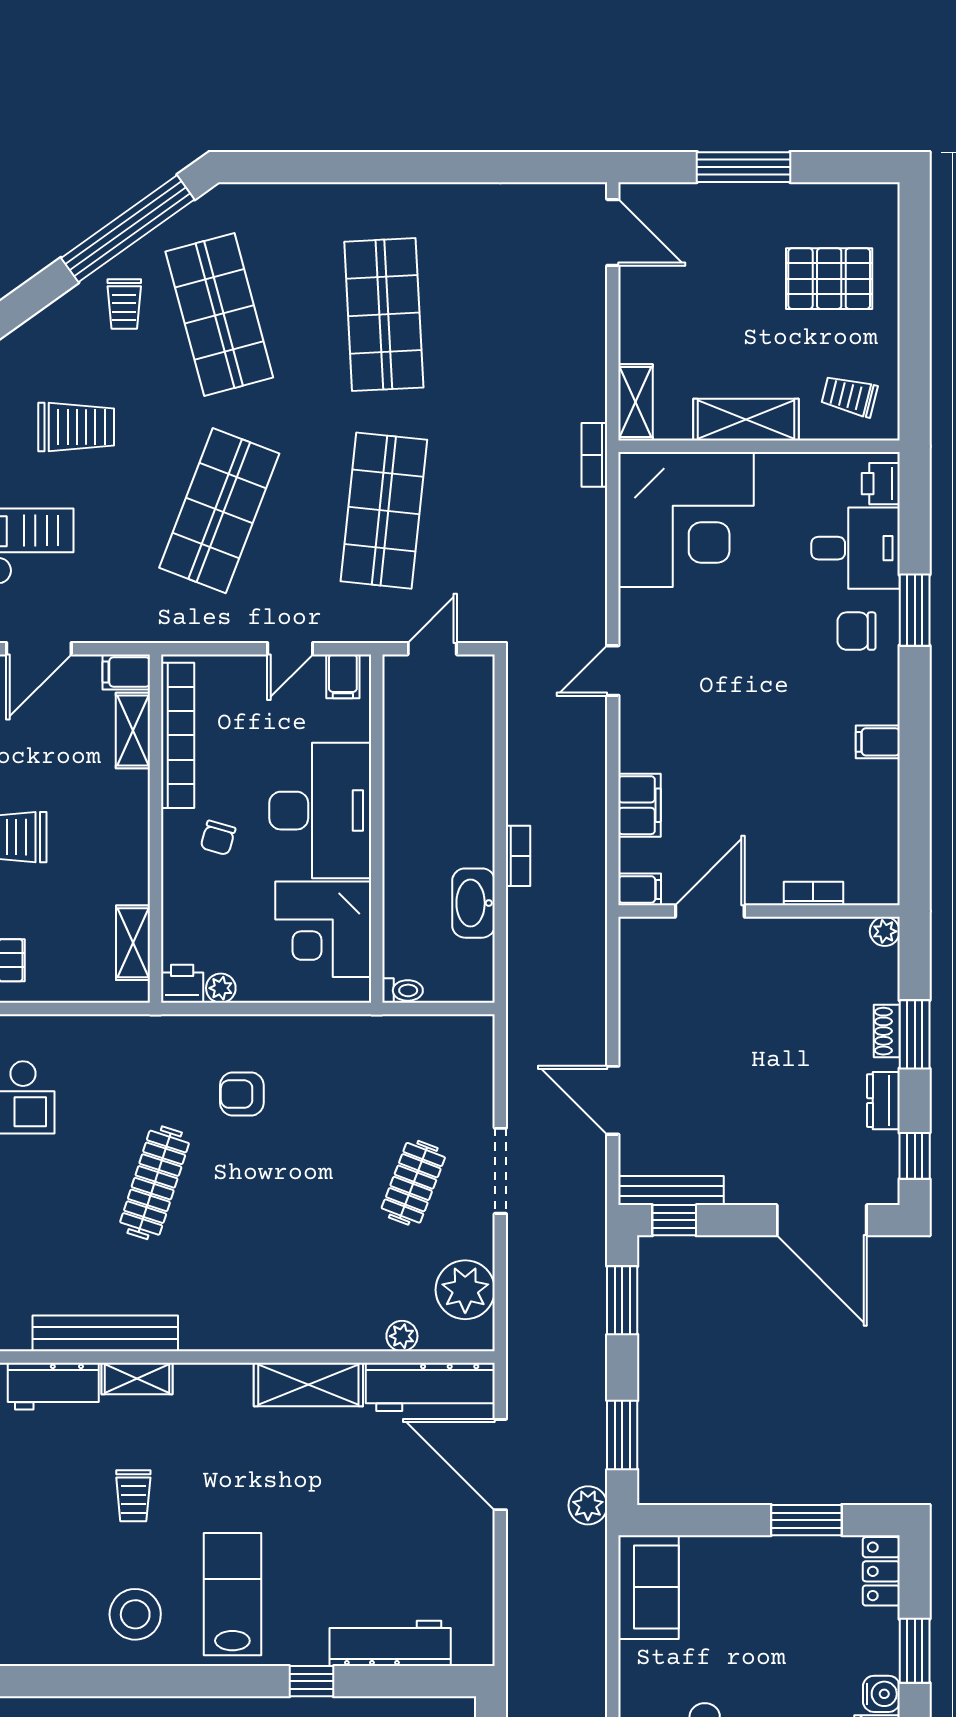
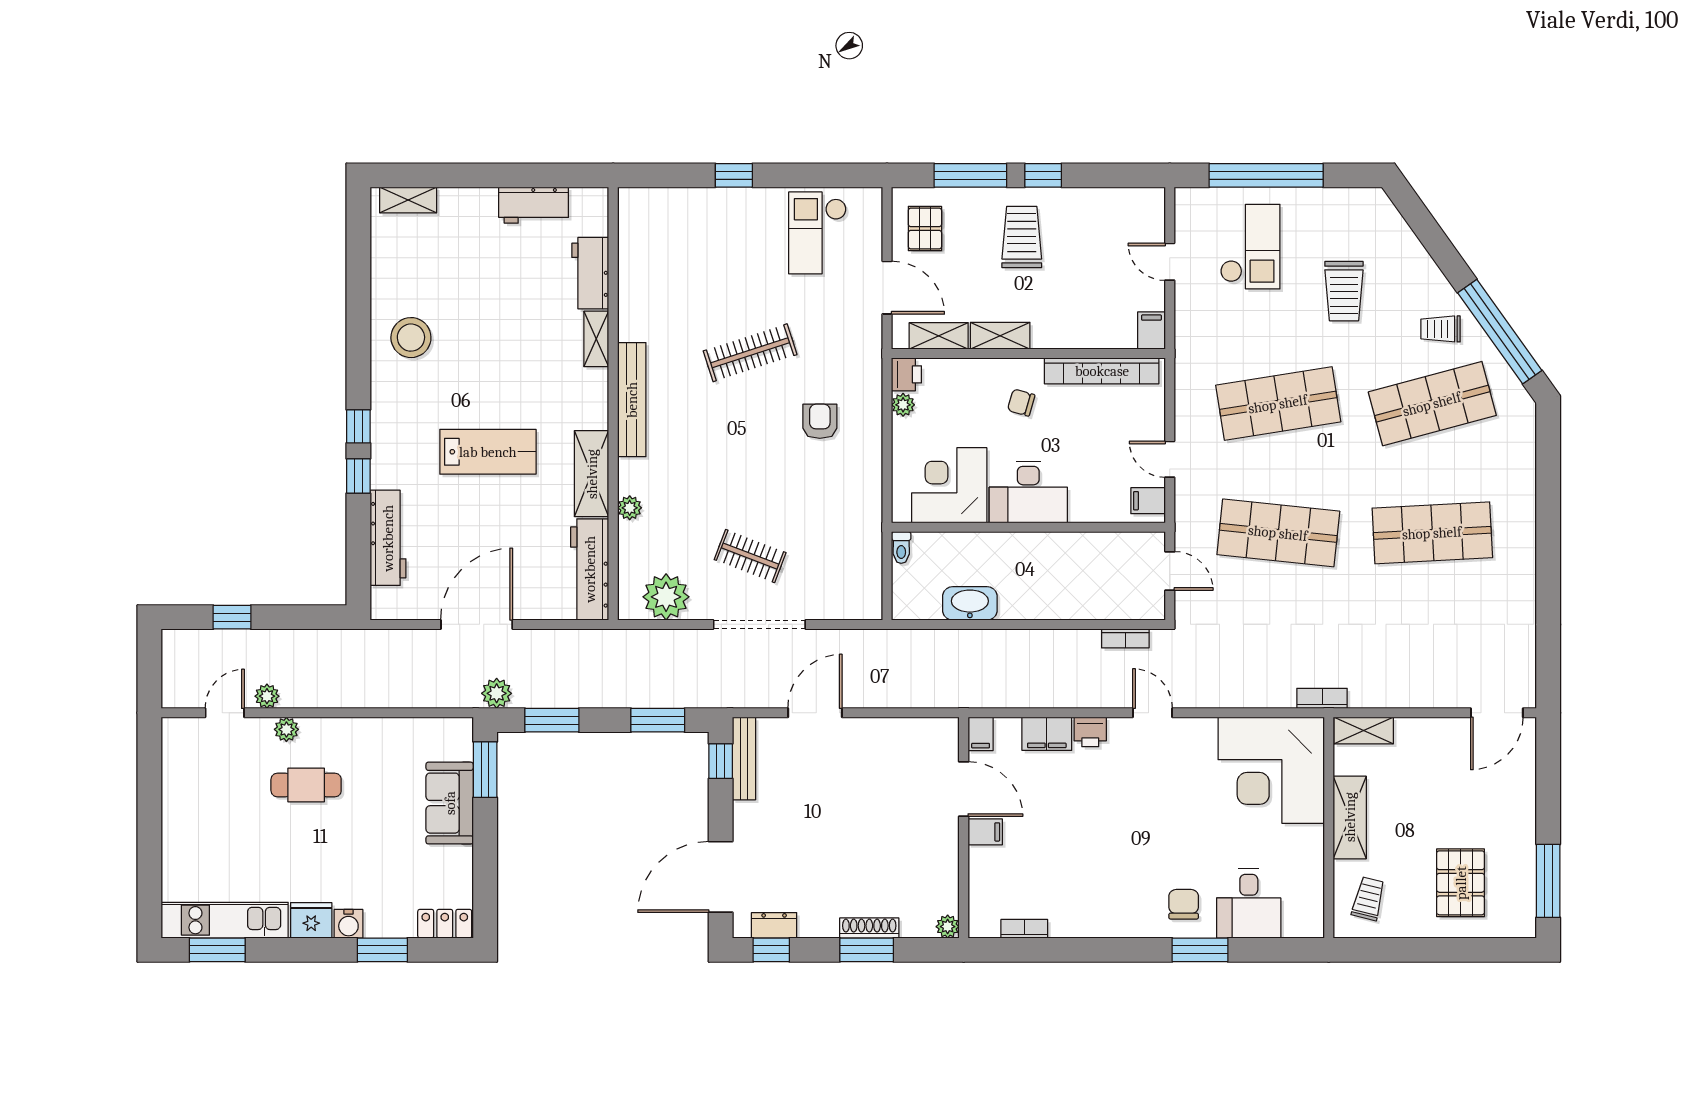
window: (744, 167) -> (1548, 881), moved
printer: (881, 484) -> (1090, 732), moved, turned 180
shop shelf: (219, 511) -> (1278, 404), turned -30
door: (39, 649) -> (1170, 262), width x0.73
shelving: (133, 731) -> (1000, 336), moved
filing cabinet: (878, 742) -> (985, 832), moved, turned 90
desk: (320, 811) -> (1028, 492), width x0.73, depth x0.77
bookcase: (518, 856) -> (1125, 638), moved
bookcase: (813, 894) -> (1024, 929), moved, turned -90
door: (72, 1008) -> (887, 288), added
shoe rack: (887, 1031) -> (869, 928), width x1.43
dresser: (883, 1101) -> (774, 925), moved
doorway: (500, 1171) -> (759, 624), width x1.36
clothes rail: (155, 1183) -> (750, 353), turned -36
bench: (105, 1333) -> (632, 400), moved
plant: (402, 1336) -> (630, 508), moved
door: (500, 1465) -> (477, 624), moved
trolley: (133, 1496) -> (504, 336), removed
window: (806, 1520) -> (485, 770), moved
sofa: (649, 1587) -> (450, 803), moved, turned 90
lab bench: (232, 1594) -> (488, 452), moved
window: (248, 1681) -> (358, 426), added

